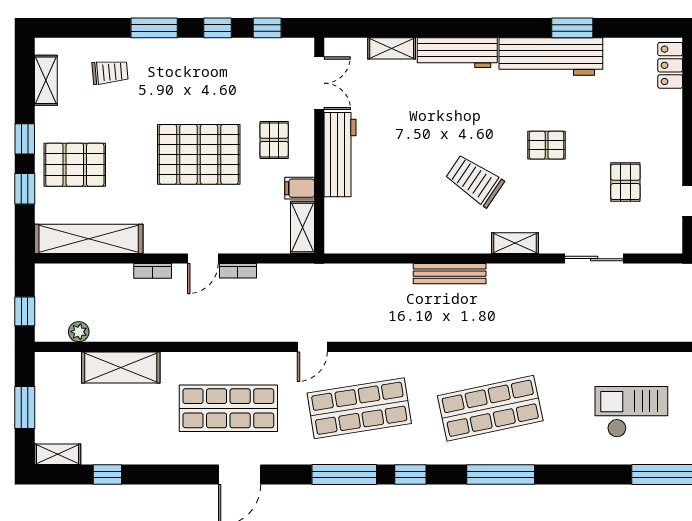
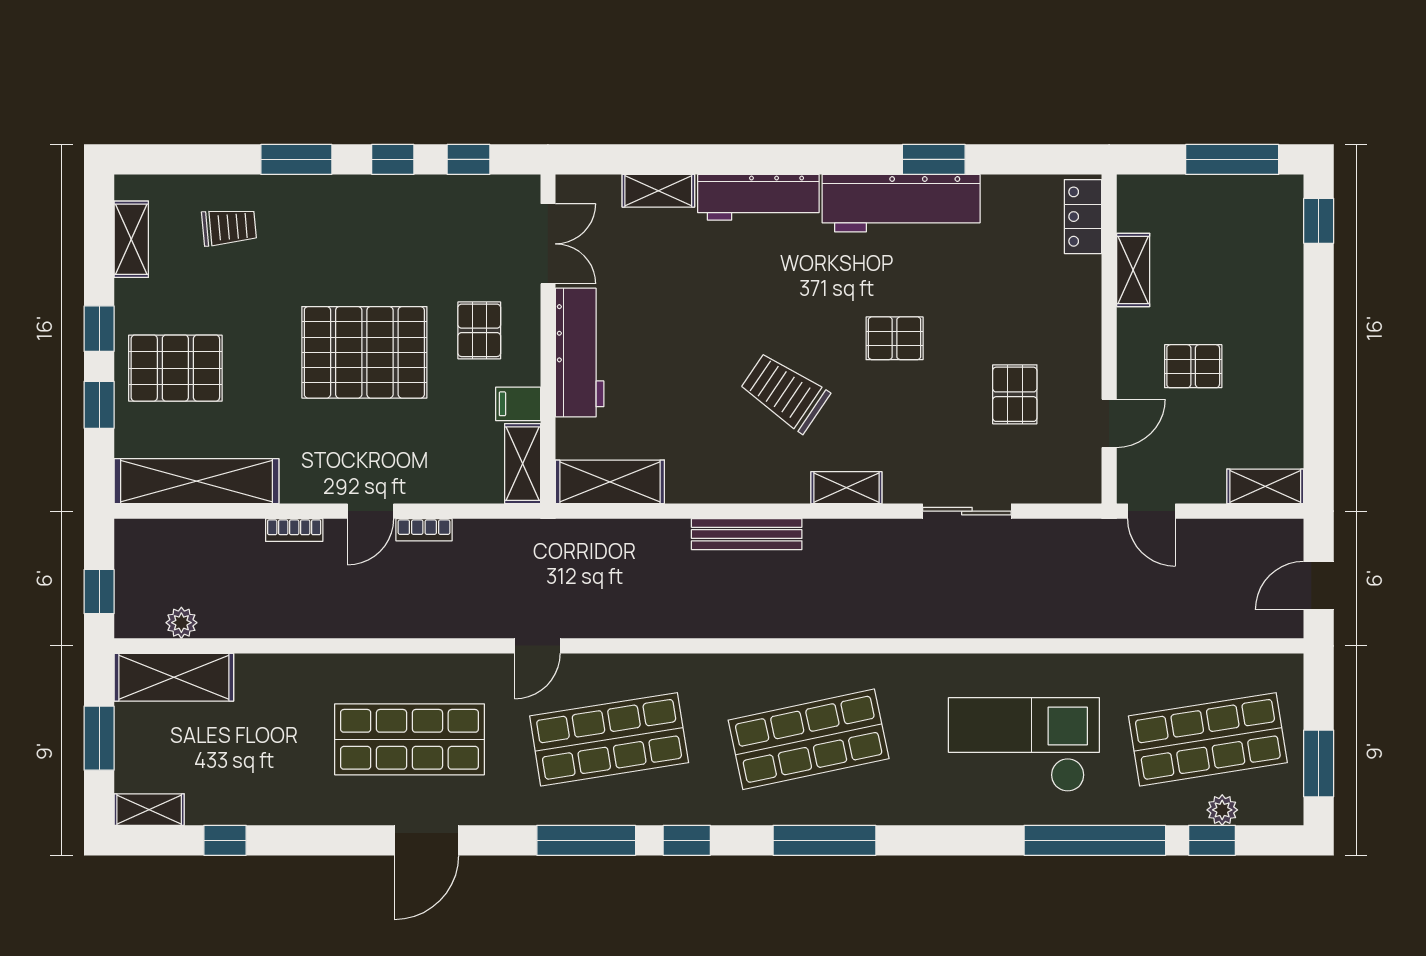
shelving: (360, 239) -> (610, 482), added
shelving: (121, 367) -> (174, 677), moved
checkout: (631, 412) -> (1024, 745), width x1.36, depth x1.21

